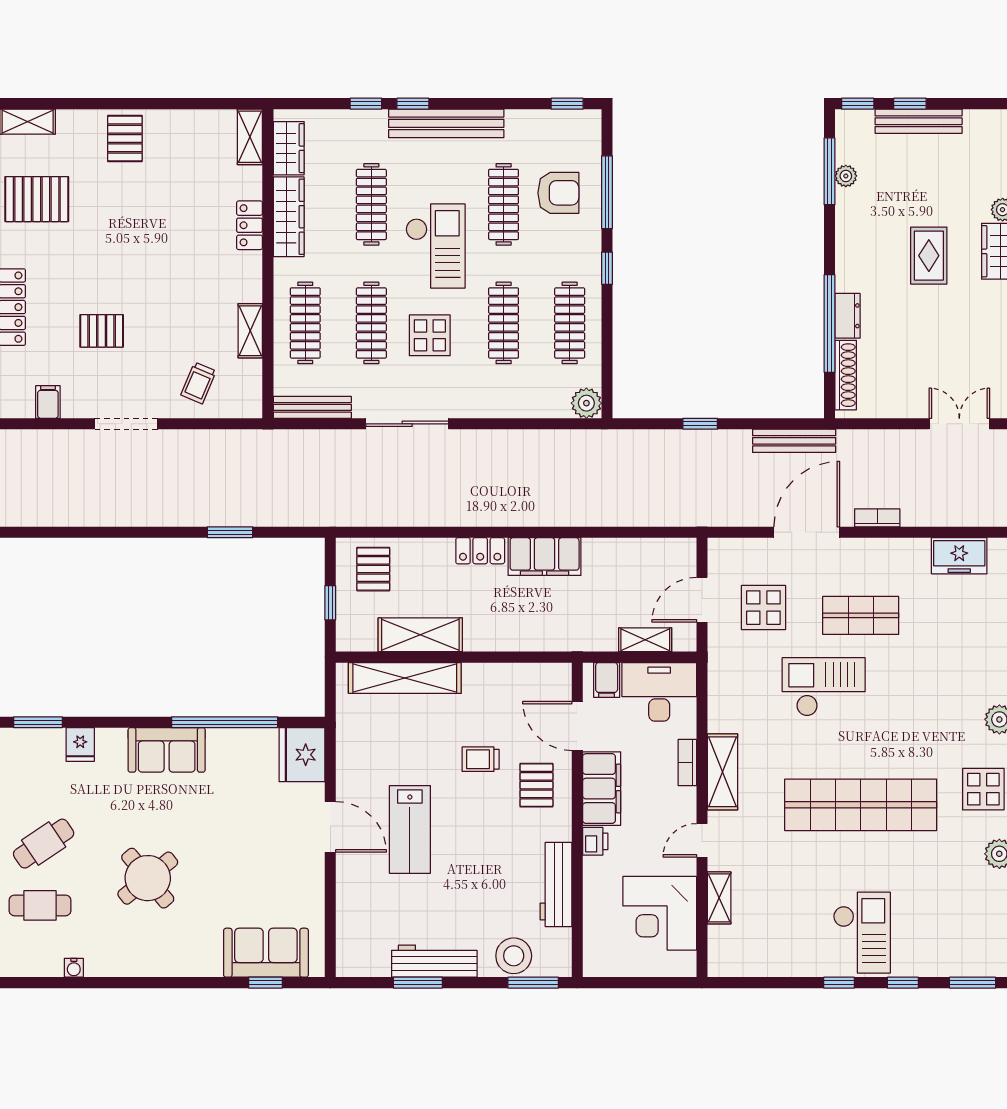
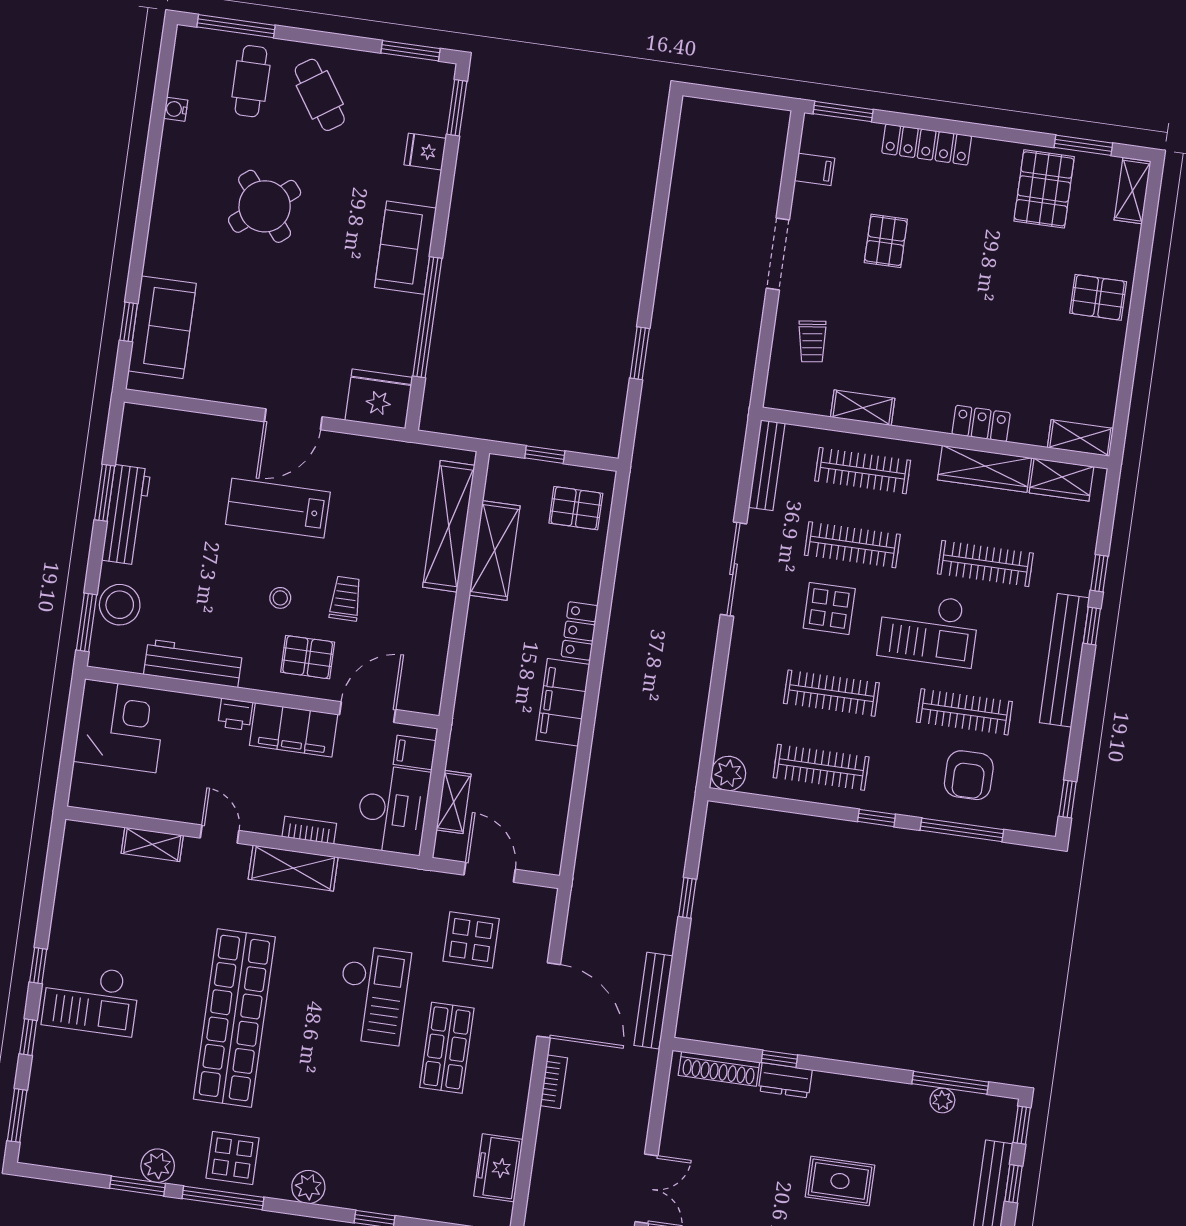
window: (830, 323) -> (779, 1059), width x0.32
trolley: (199, 383) -> (812, 341), turned -120
stool: (488, 816) -> (280, 598), added
corner desk: (660, 913) -> (120, 726), moved, turned 90

